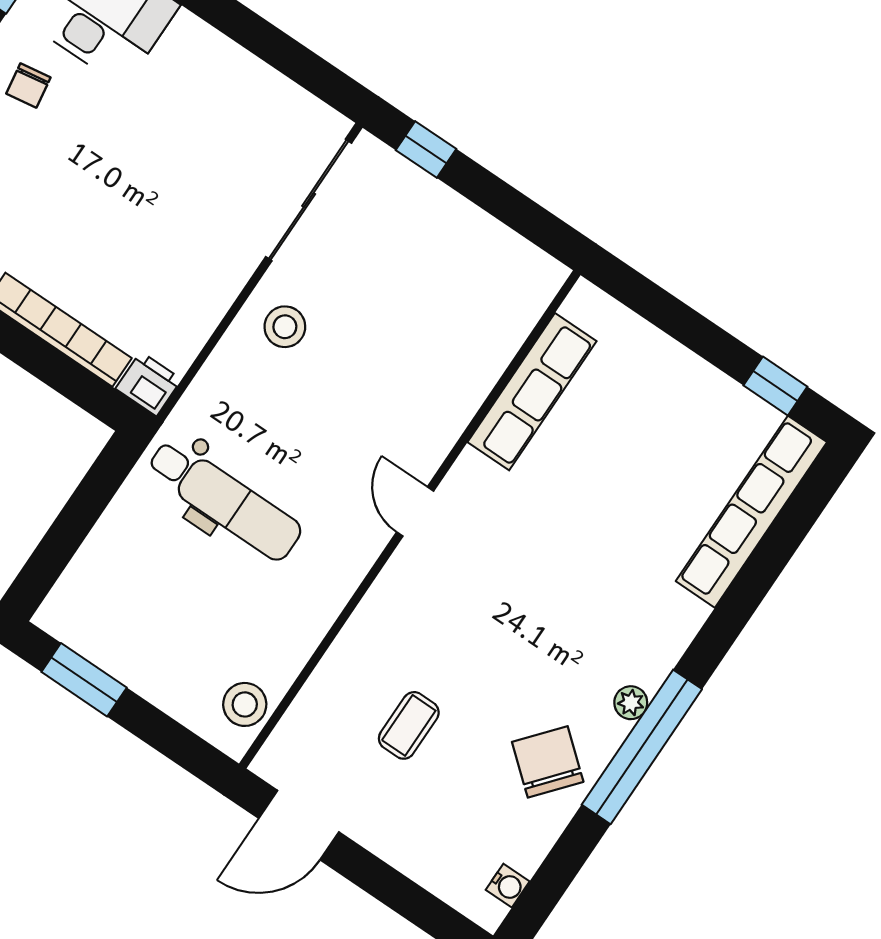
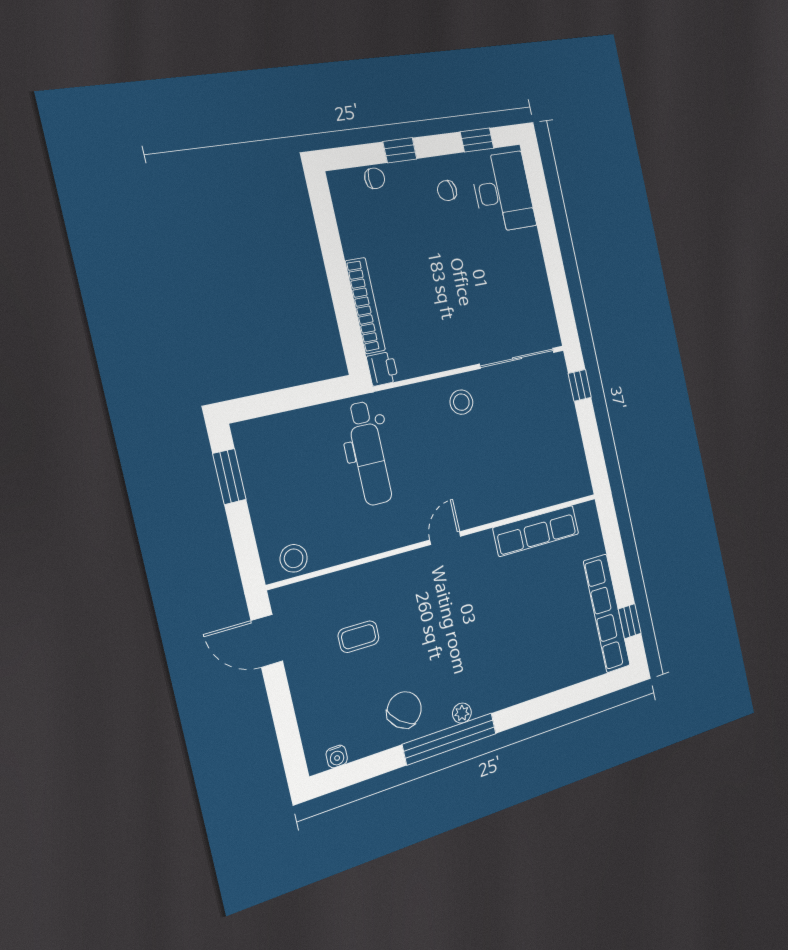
row of seats: (751, 512) -> (607, 613), moved, turned -90

